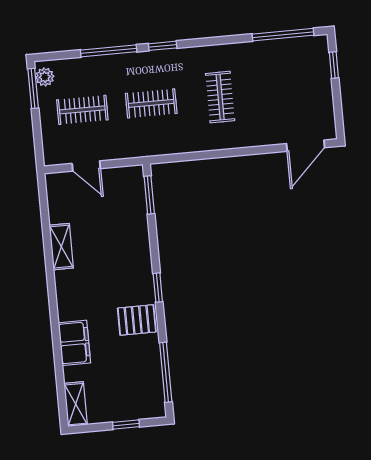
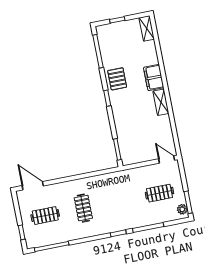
clothes rail: (151, 103) -> (45, 216), moved
door: (306, 146) -> (33, 186), hinge flipped
door: (86, 166) -> (167, 160), moved
shelving: (61, 247) -> (161, 102), moved
pallet: (137, 320) -> (117, 79), turned 90
filing cabinet: (74, 343) -> (154, 78), moved

